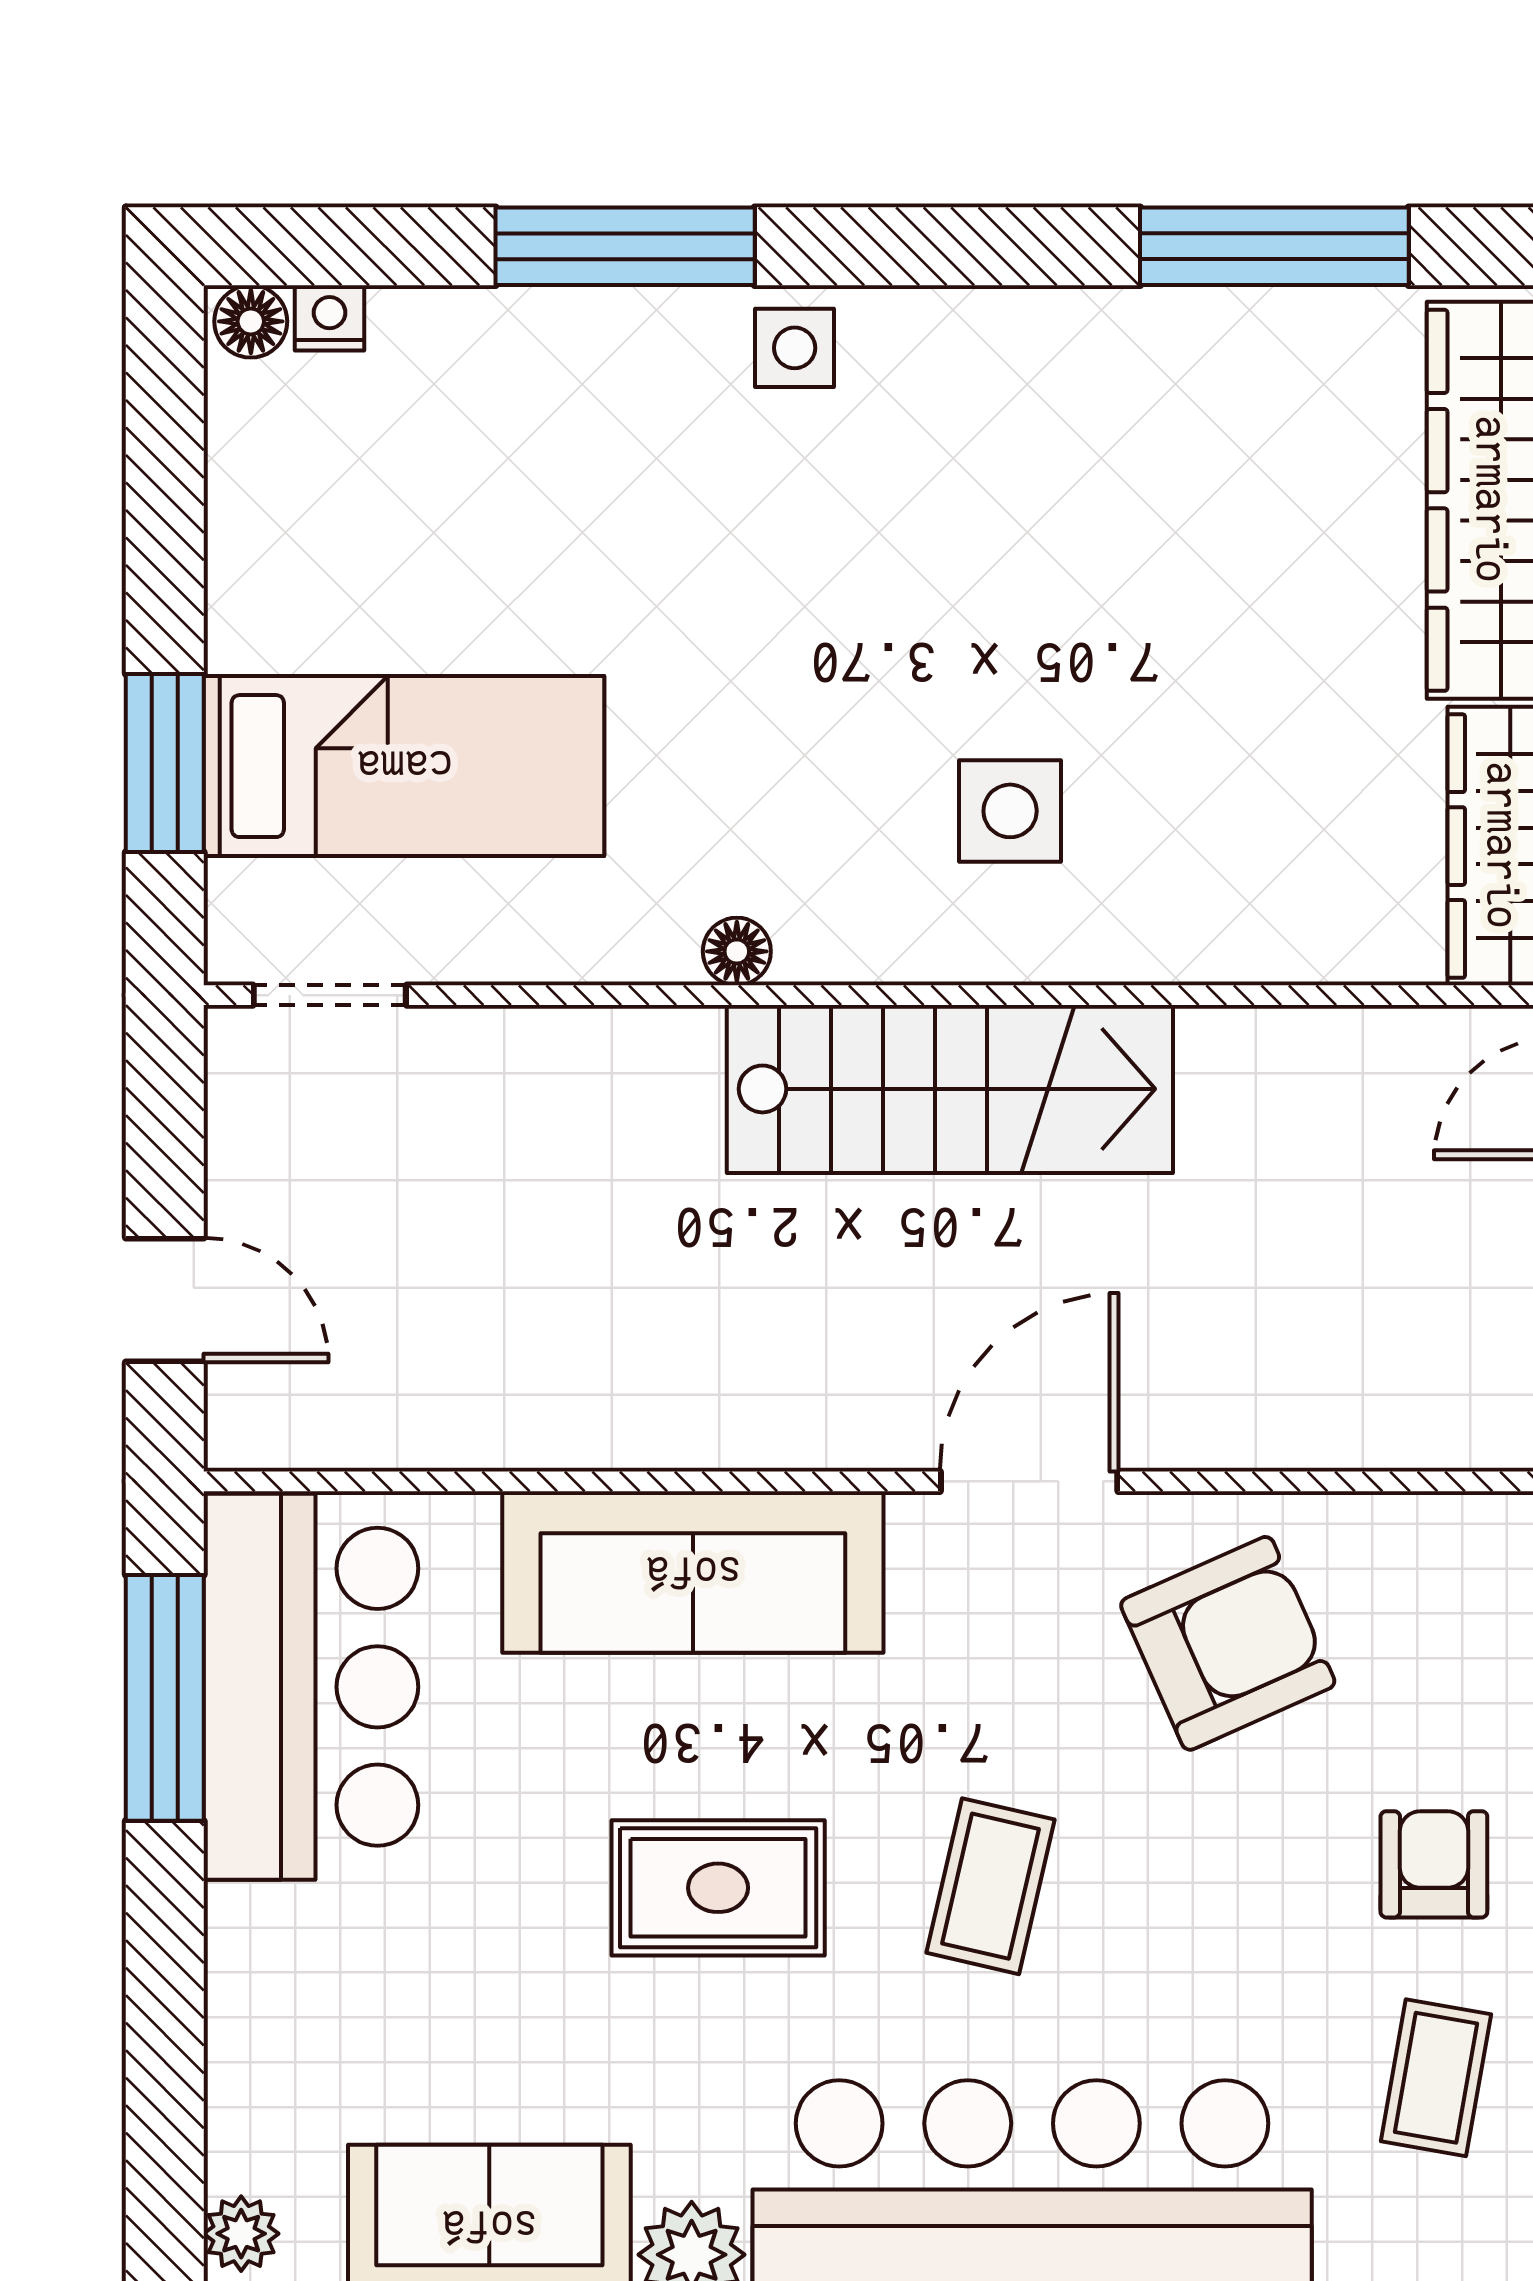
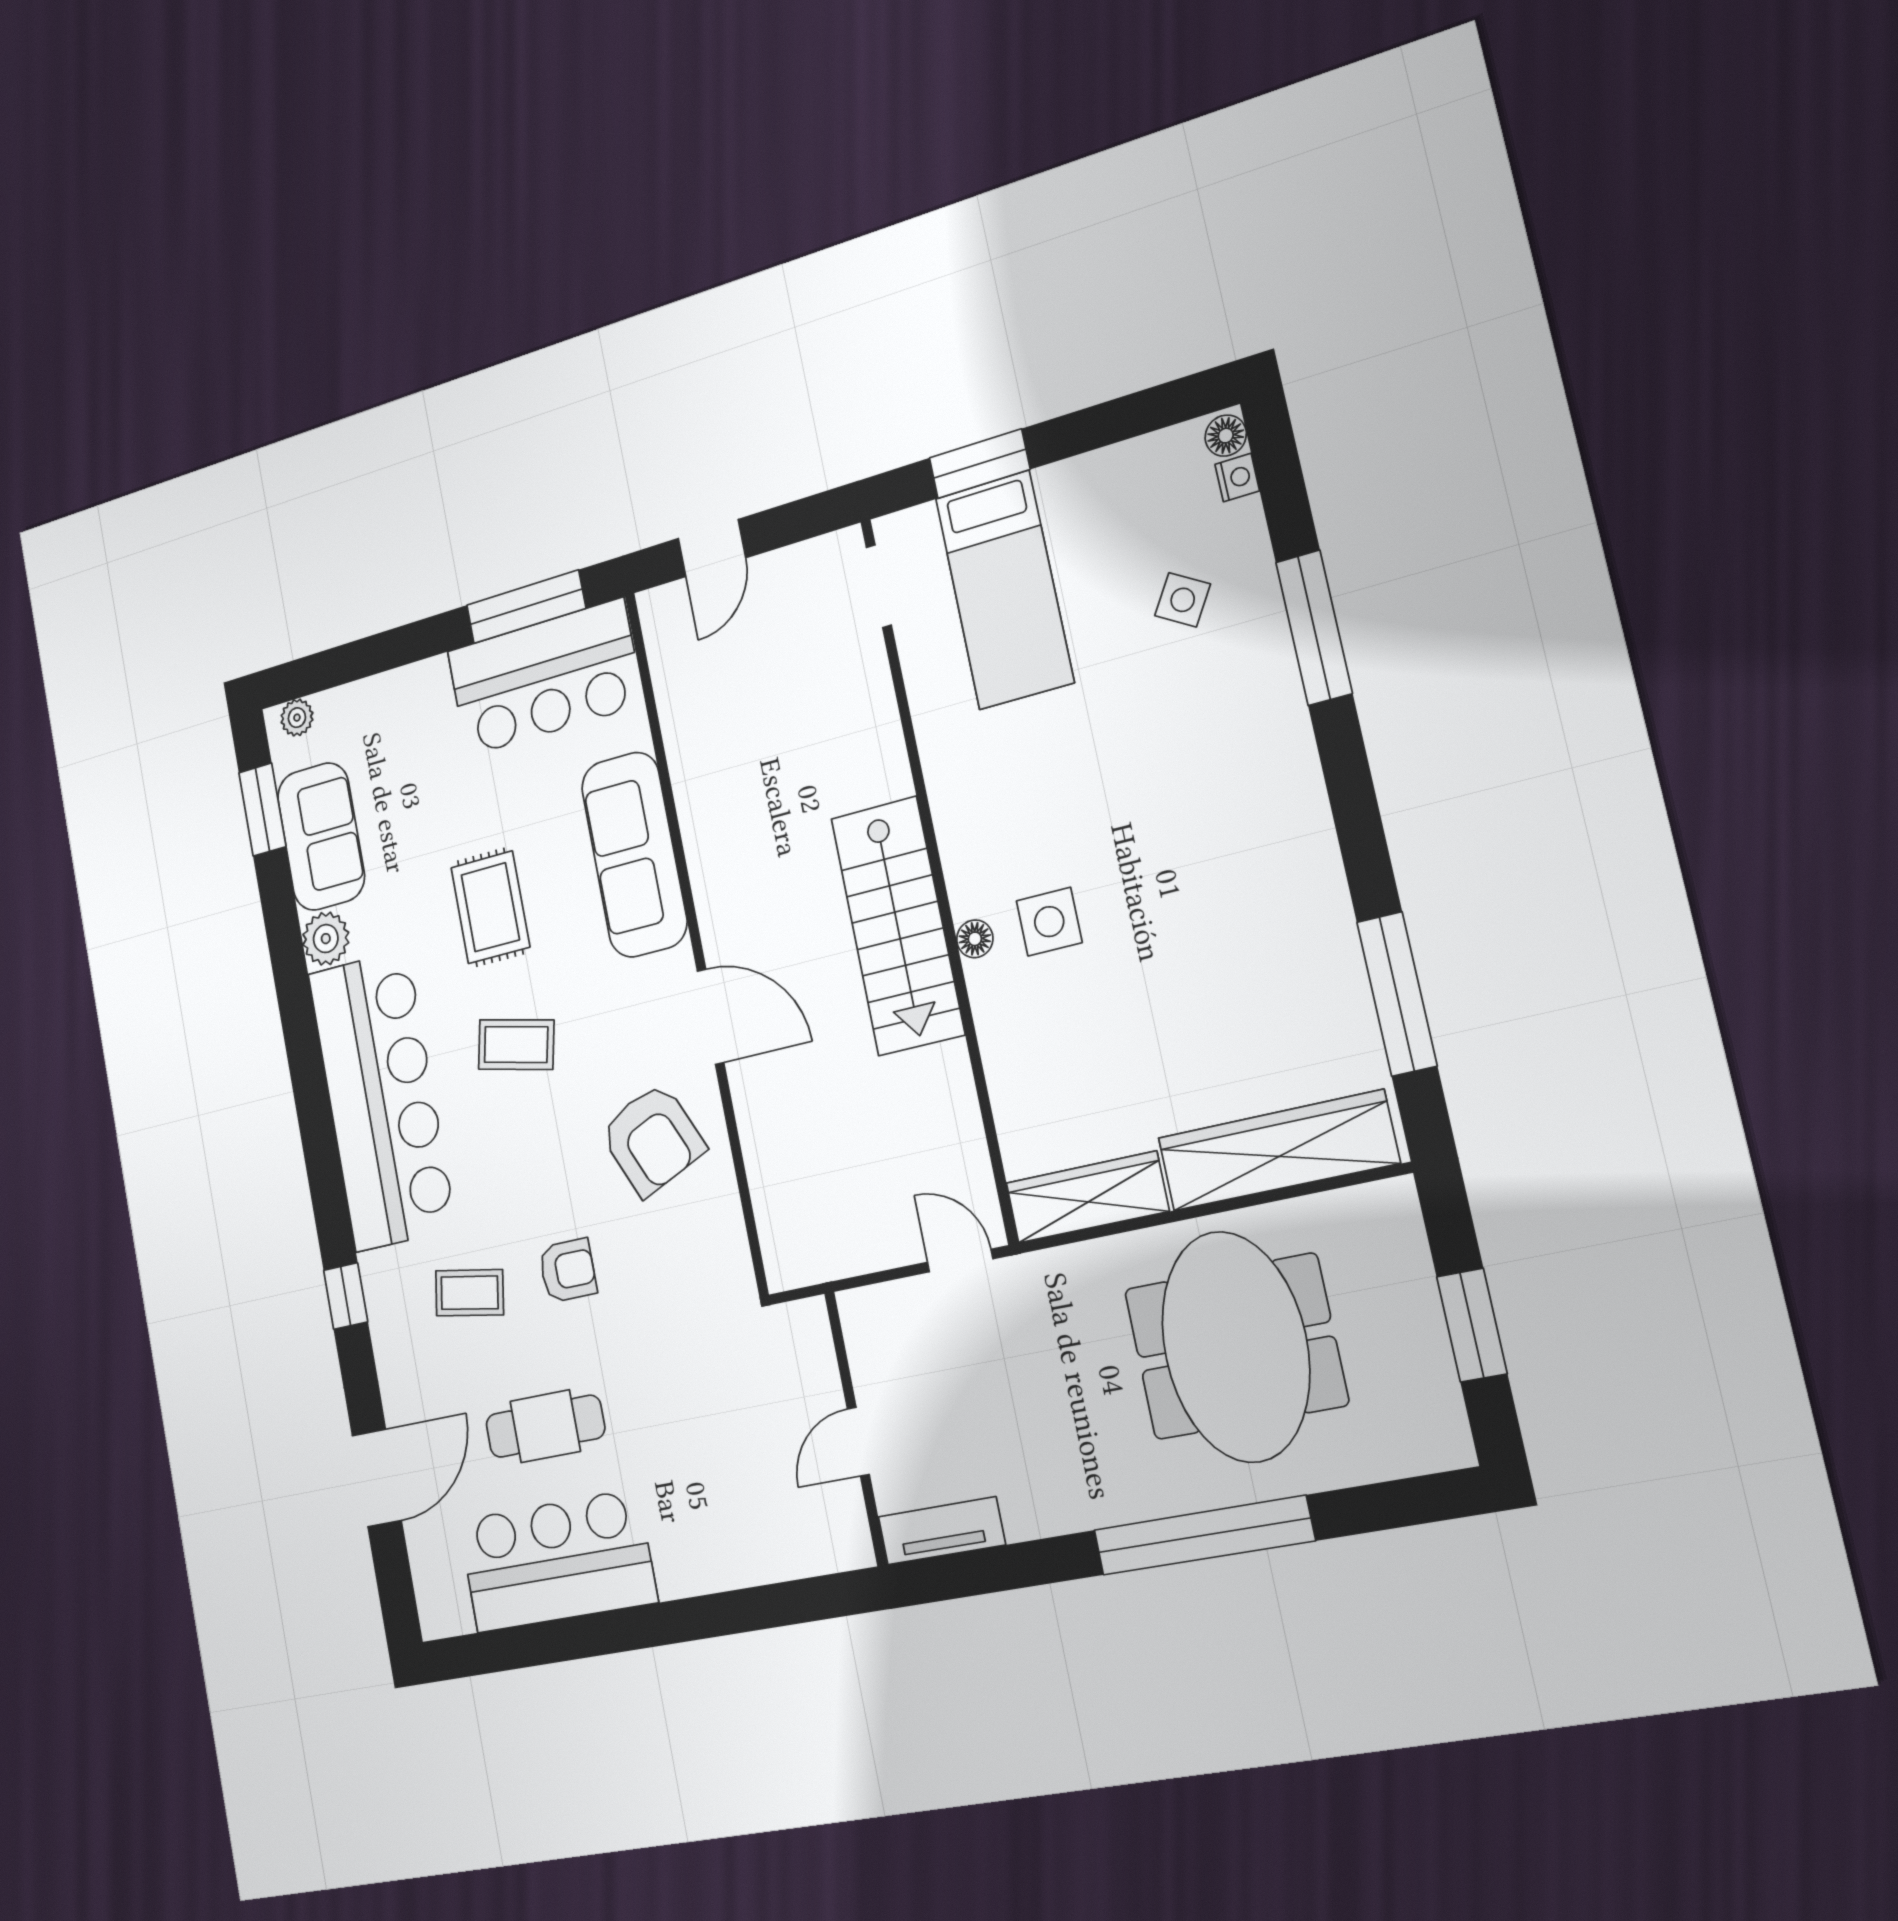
side table: (795, 348) -> (1183, 600), moved, turned 31
floor lamp: (737, 951) -> (975, 939), moved

